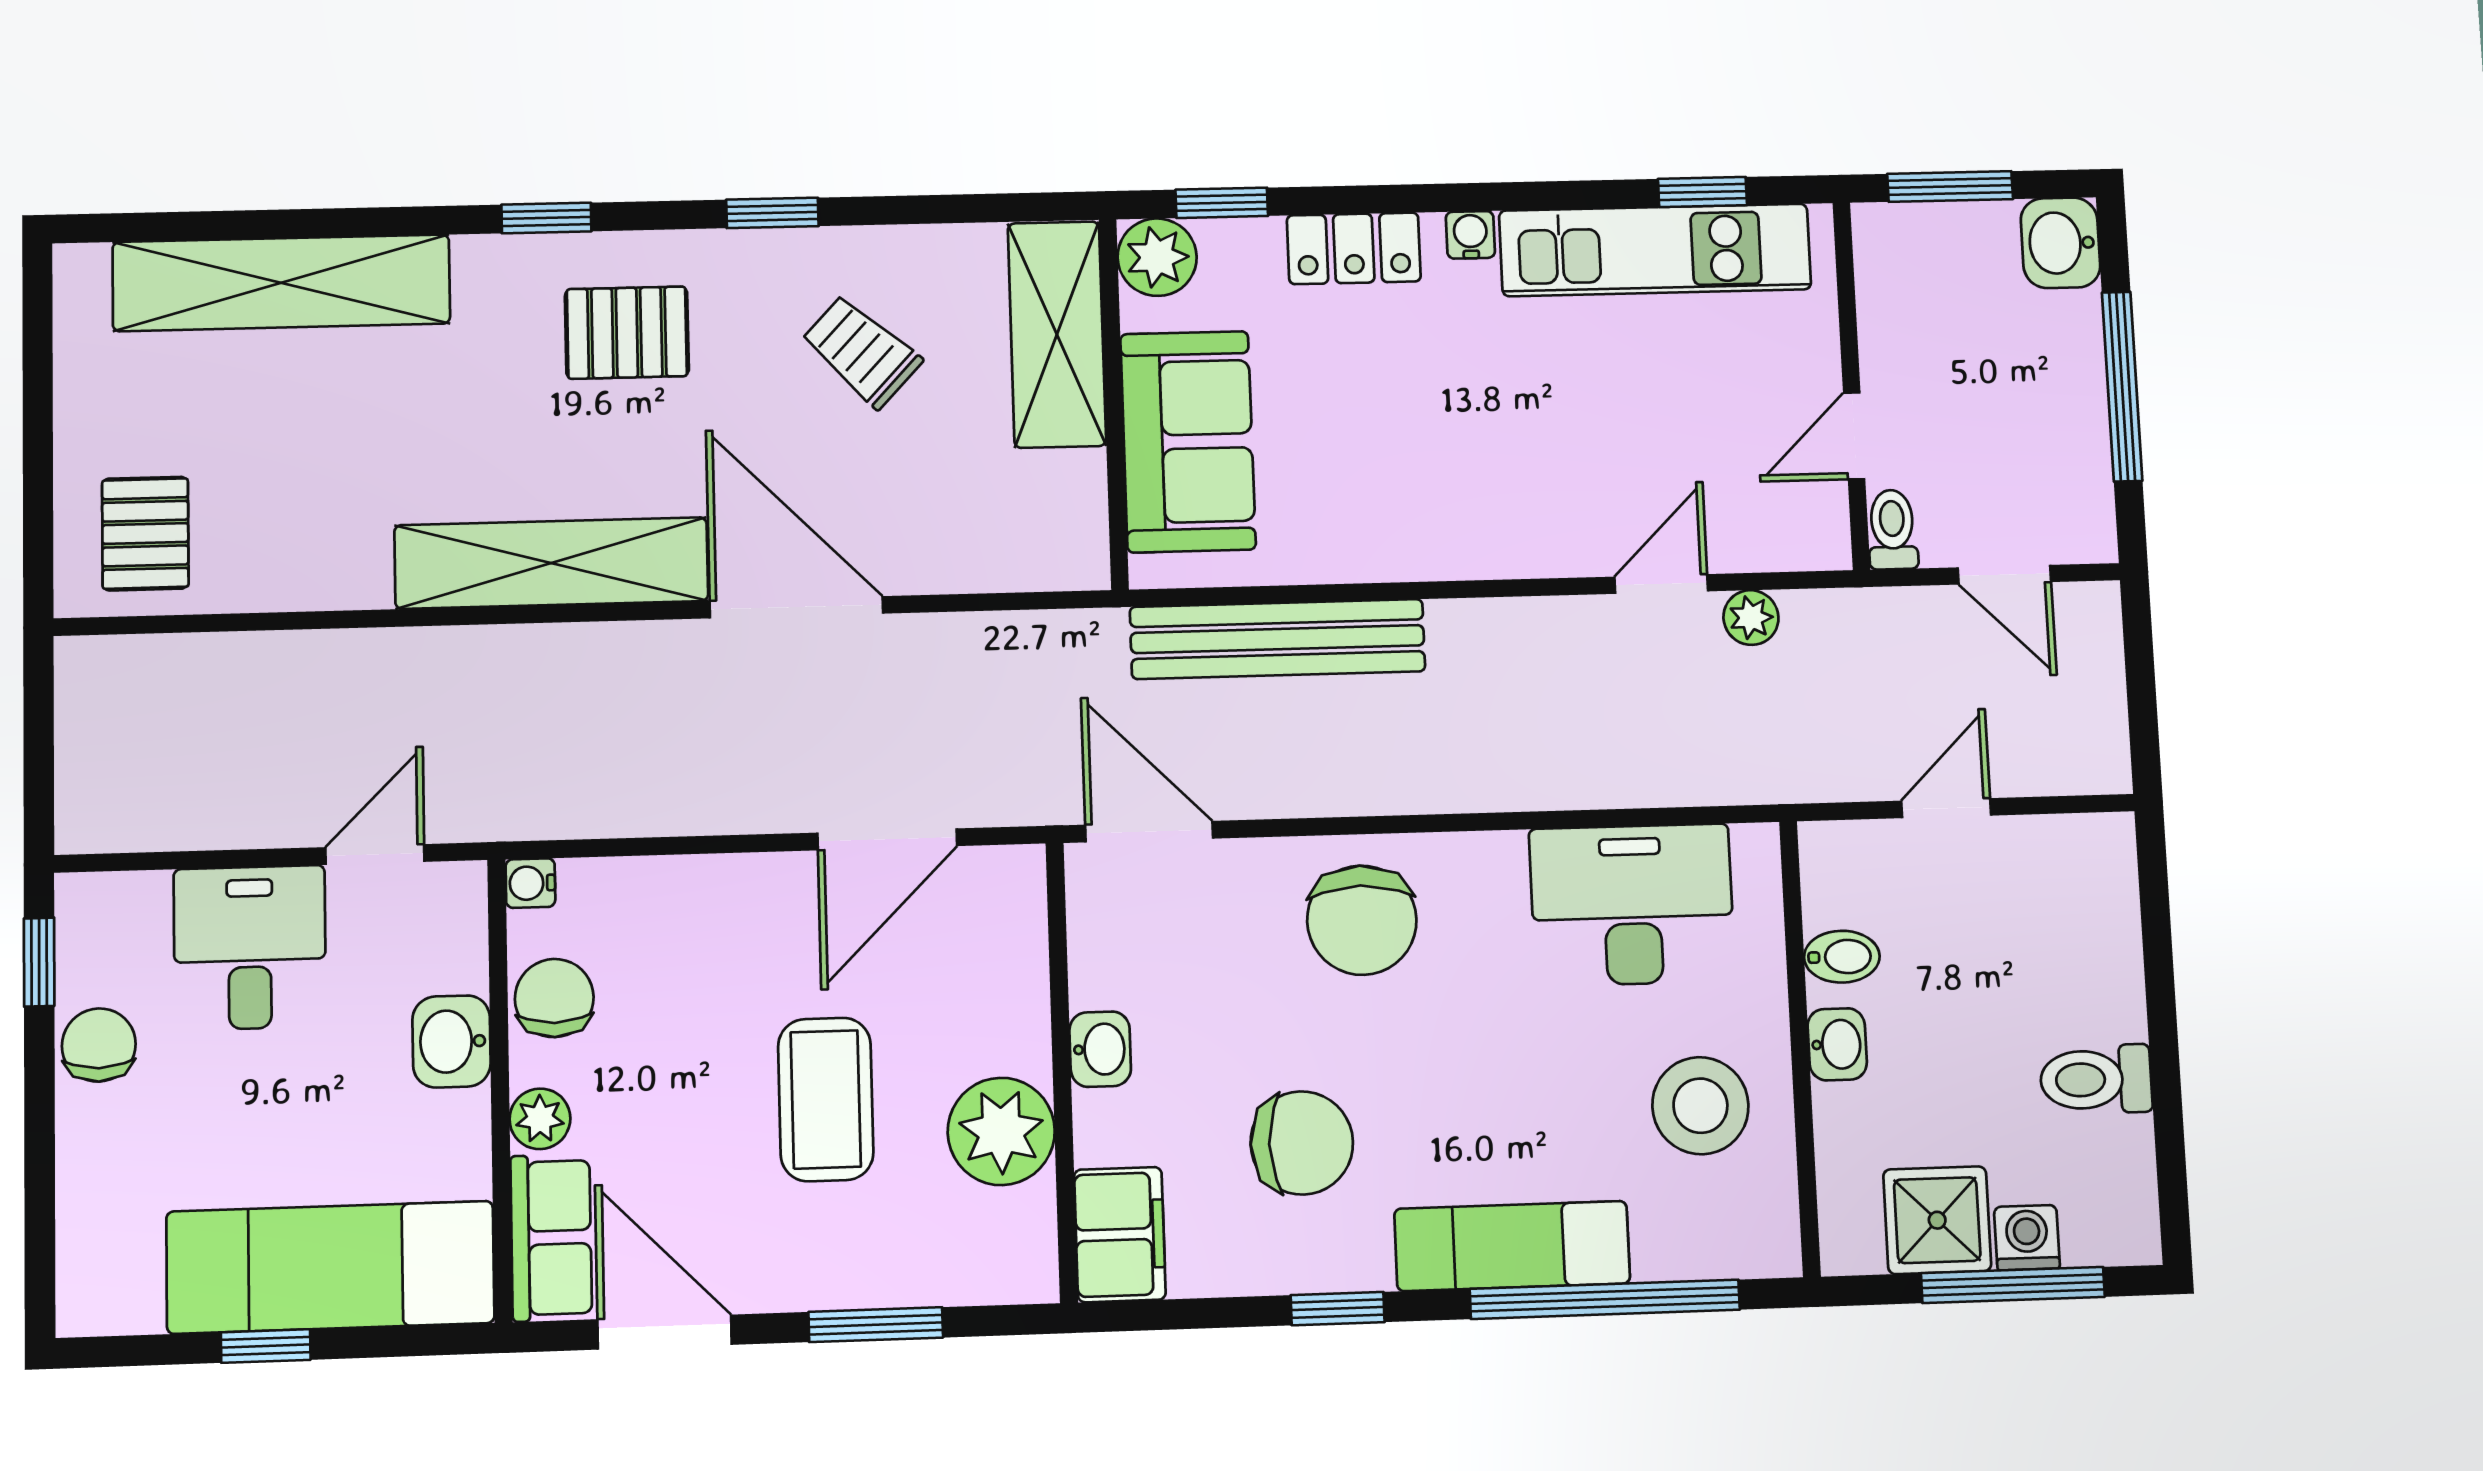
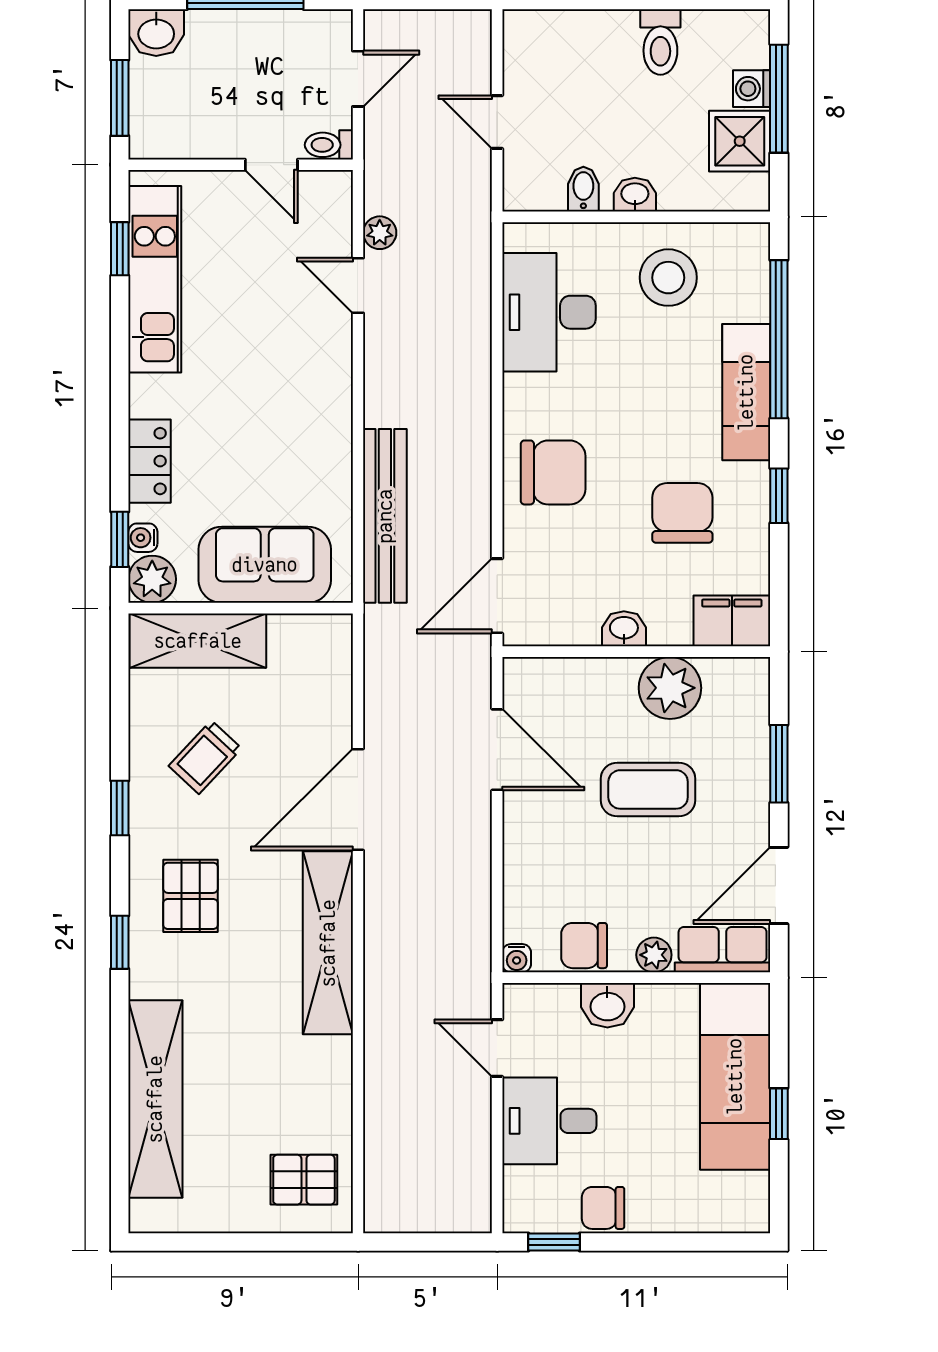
water cooler: (1470, 235) -> (143, 538), moved

